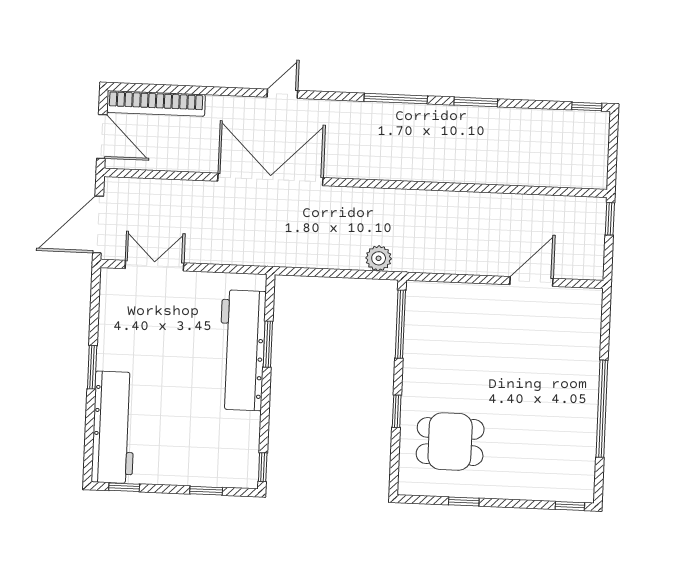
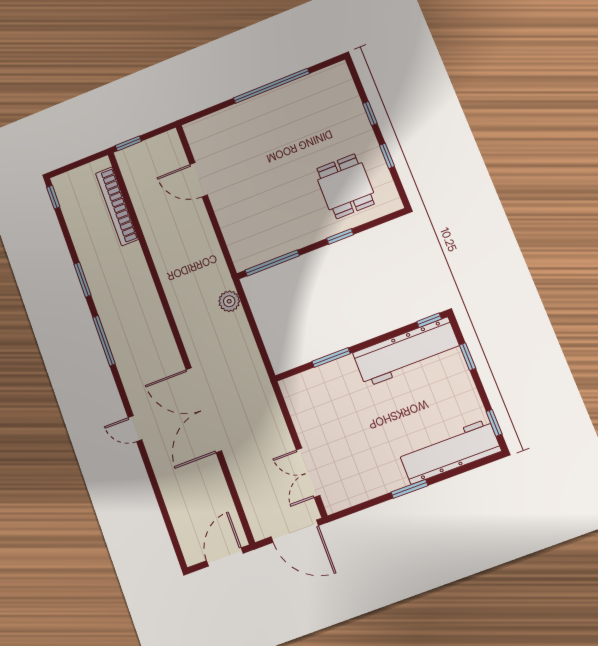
bookcase: (156, 103) -> (117, 206), moved, turned 180
workbench: (242, 350) -> (407, 352), moved
window: (570, 506) -> (370, 114), moved

